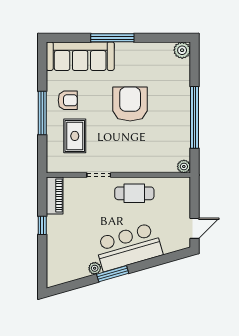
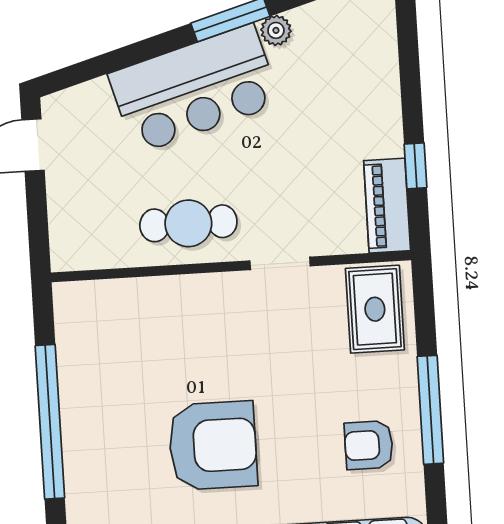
armchair: (130, 104) -> (213, 446), turned -90
rug: (75, 136) -> (375, 309), moved
plant: (184, 166) -> (69, 298), removed
window: (42, 225) -> (415, 166), moved

